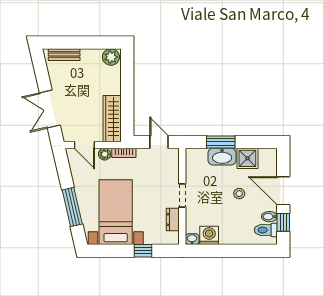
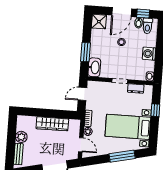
plant: (111, 57) -> (21, 137), moved
wardrobe: (112, 119) -> (52, 124), moved
door: (84, 145) -> (81, 145), hinge flipped
washbasin: (222, 157) -> (94, 67), moved
shower: (247, 158) -> (99, 22), moved
washing machine: (209, 235) -> (149, 54), moved

